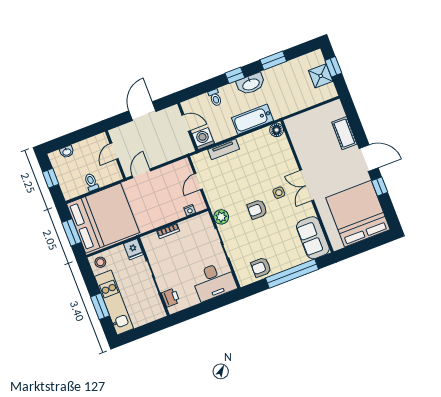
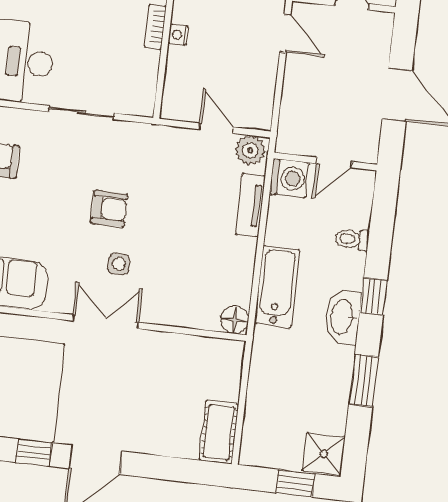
shower: (321, 76) -> (324, 454), moved
cot: (344, 133) -> (219, 432), moved, turned 90
armchair: (257, 209) -> (109, 209), turned 90
nightstand: (190, 210) -> (178, 35), moved
plant: (221, 217) -> (250, 150), moved

